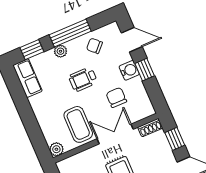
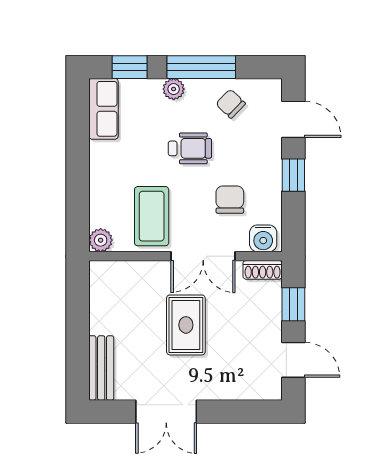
water cooler: (129, 70) -> (263, 238), moved, turned 90
wheelchair: (83, 79) -> (190, 148), turned 180
double door: (115, 134) -> (203, 256), swing flipped

